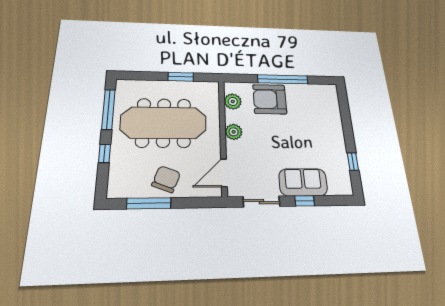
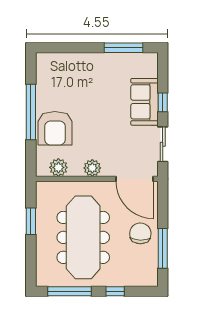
window: (353, 162) -> (124, 48), width x2.17
door: (224, 173) -> (135, 179), width x1.36
chair: (166, 179) -> (140, 233), turned 71

